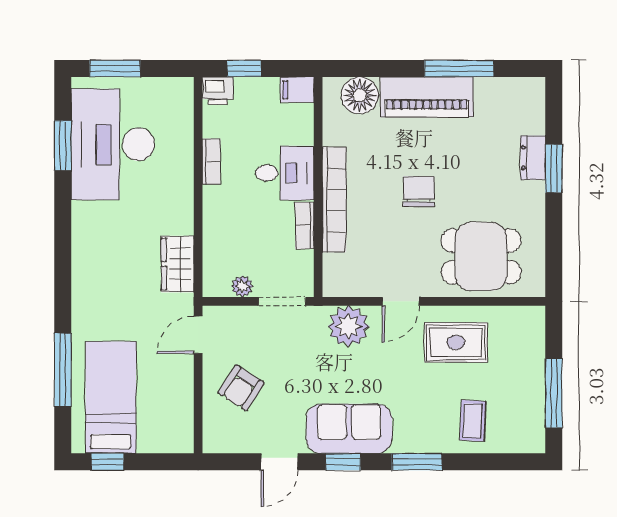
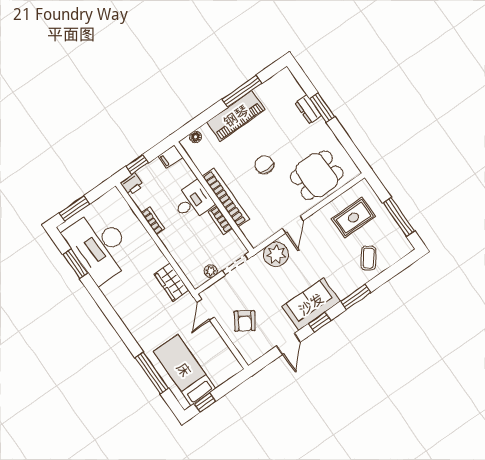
floor lamp: (360, 95) -> (195, 137), width x0.53, depth x0.53
rug: (456, 342) -> (353, 217), moved
coffee table: (472, 421) -> (368, 258), turned 34

